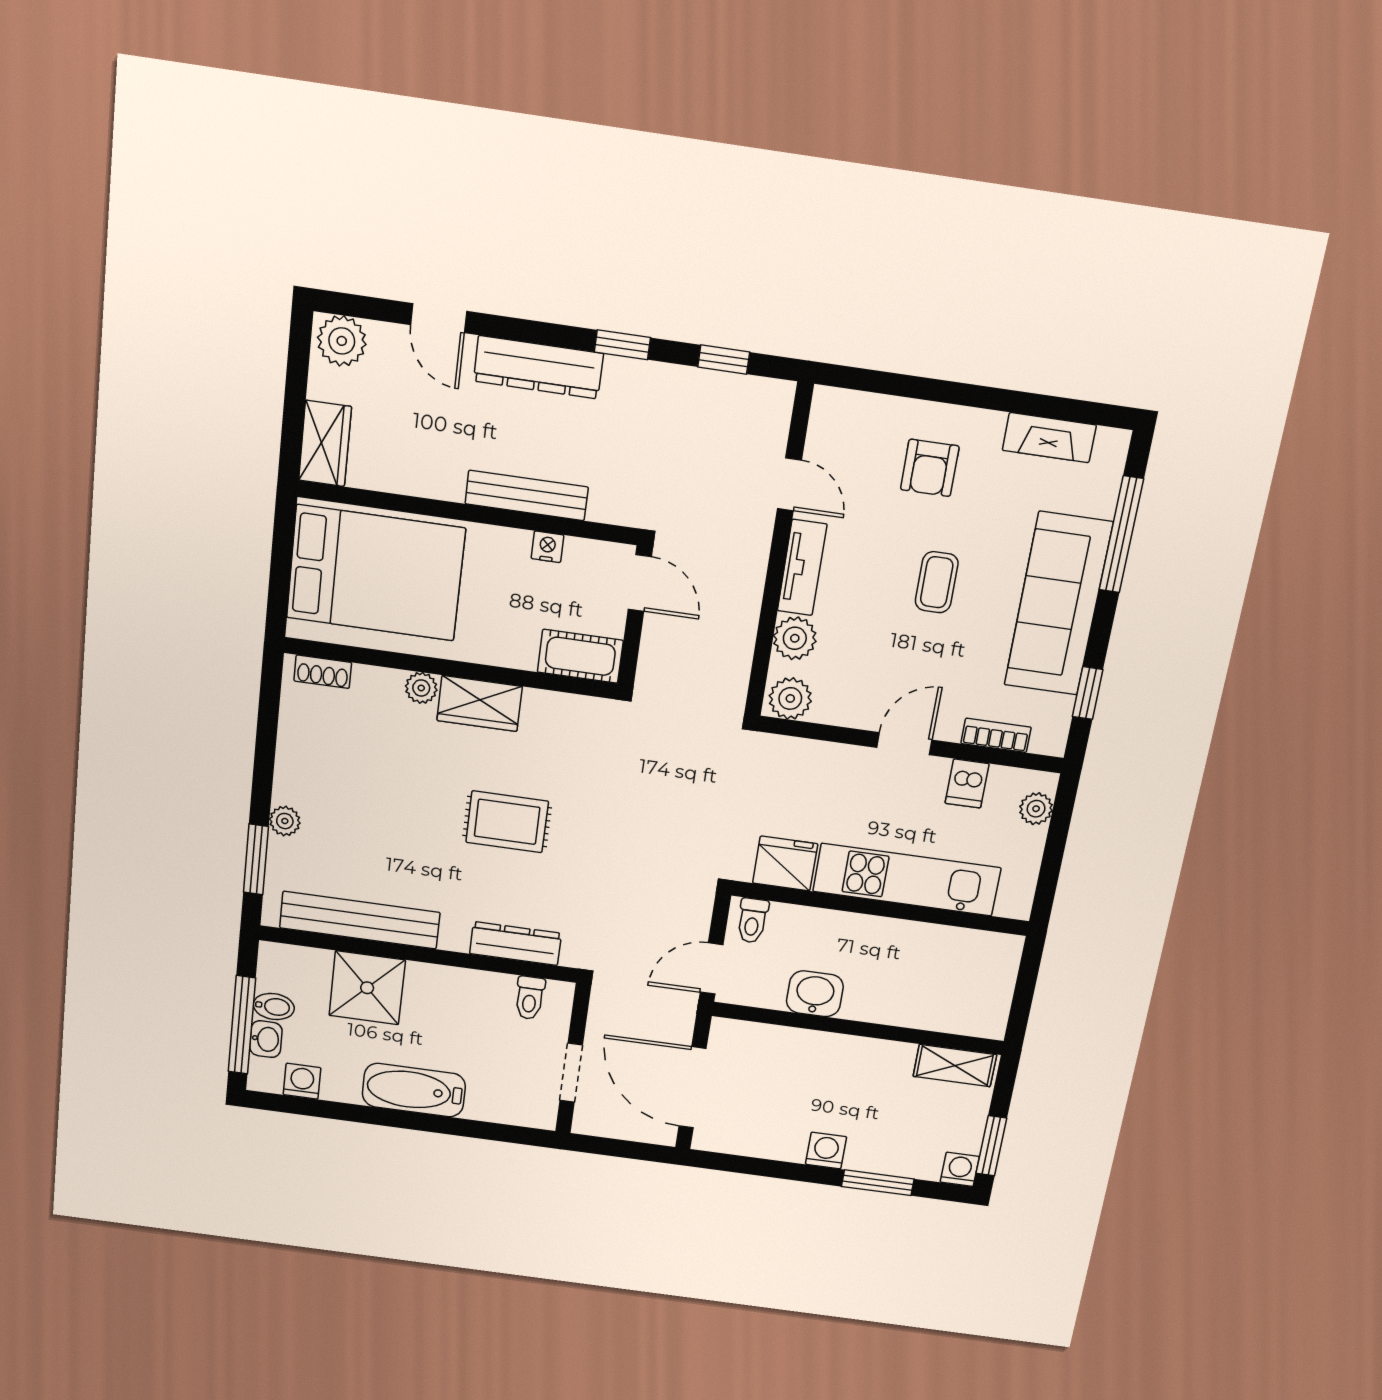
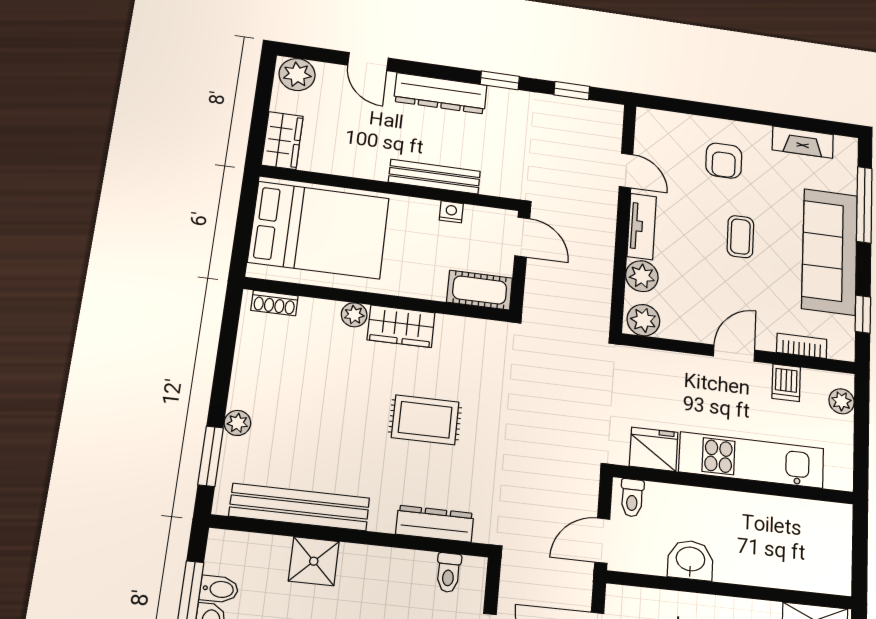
shower: (367, 988) -> (314, 561), width x0.73, depth x0.73

